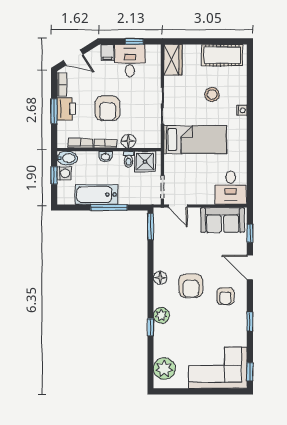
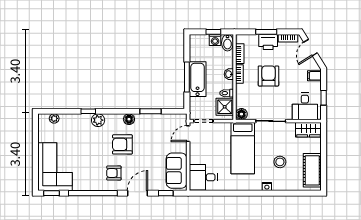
desk: (130, 61) -> (305, 106), moved, turned 90
armchair: (108, 108) -> (268, 76), turned 90
floor lamp: (128, 141) -> (241, 114), moved
bathtub: (96, 194) -> (198, 79), moved
window: (150, 227) -> (151, 111), moved
window: (250, 322) -> (93, 193), width x3.17
plant: (164, 369) -> (54, 118), width x0.53, depth x0.53

